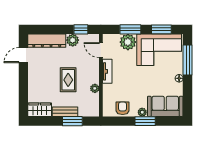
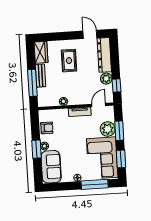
rug: (68, 80) -> (69, 61), moved, turned 90
window: (72, 121) -> (32, 83), width x1.44

